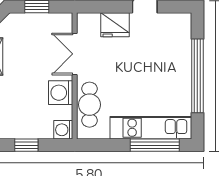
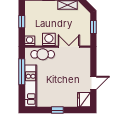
fridge: (115, 25) -> (84, 100), moved
window: (197, 76) -> (57, 110), width x0.32
window: (155, 145) -> (22, 72), moved

